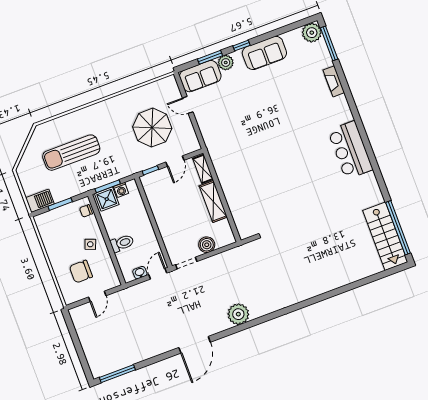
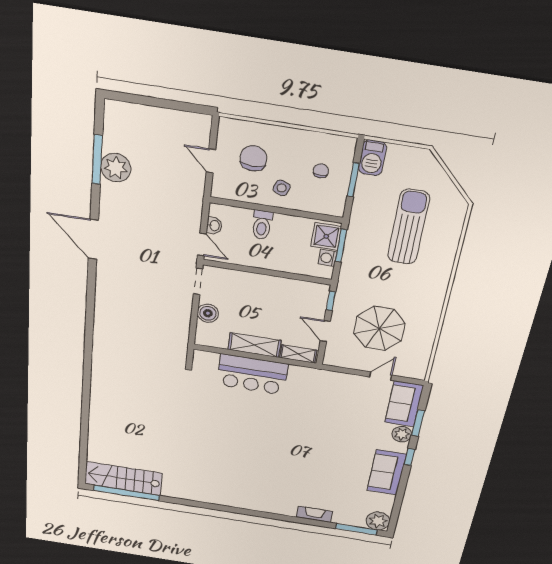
bar counter: (350, 150) -> (252, 374), moved, turned 180
chair: (86, 211) -> (321, 171), moved
plant: (238, 314) -> (116, 168), moved
window: (117, 374) -> (97, 160), moved

